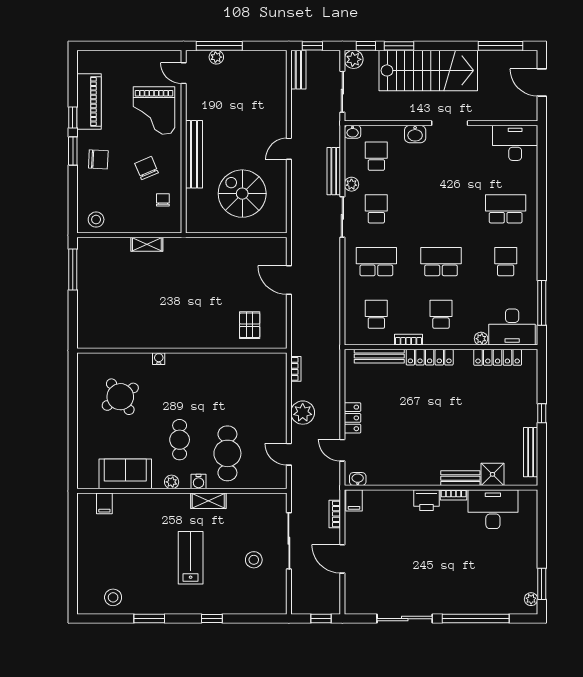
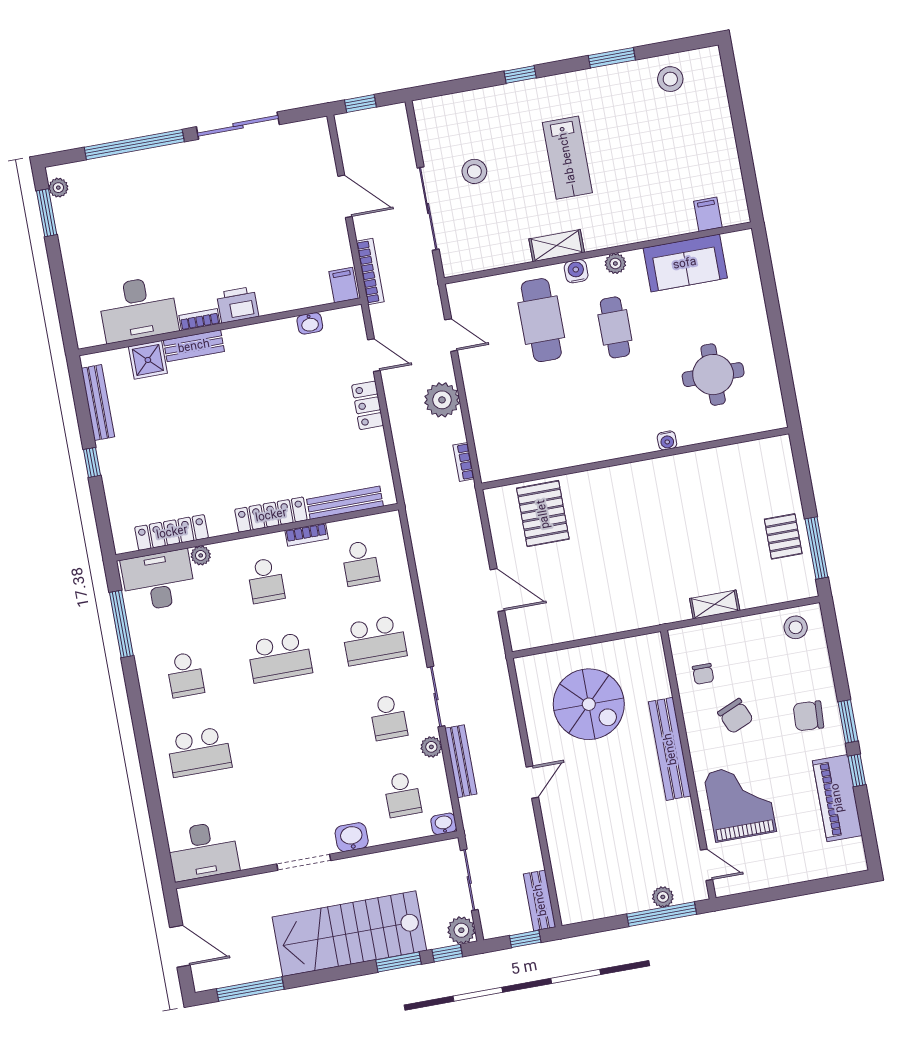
pallet: (93, 281) -> (783, 536), added
pallet: (250, 325) -> (543, 514), width x1.50, depth x1.42
round table: (120, 397) -> (713, 375), turned 34
washbasin: (358, 479) -> (310, 323), moved
bookcase: (335, 514) -> (370, 272), width x1.56

